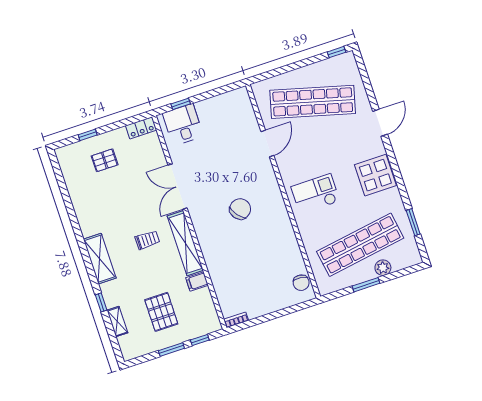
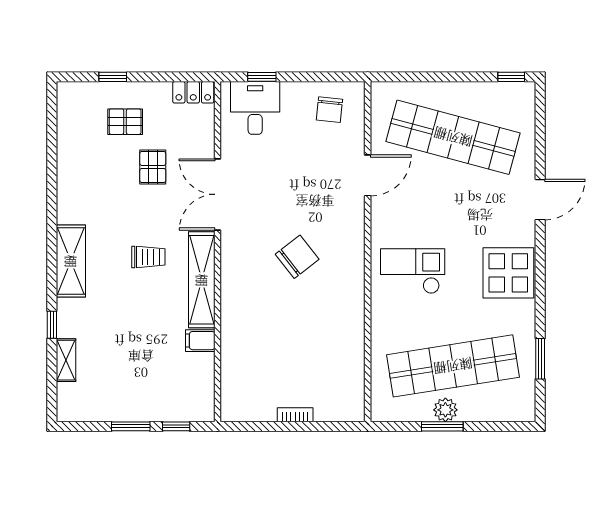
plant: (383, 268) -> (445, 410), moved
chair: (301, 283) -> (329, 110), moved
pallet: (161, 312) -> (153, 167), moved, width x0.67, depth x0.71
bookcase: (236, 320) -> (295, 415), moved

